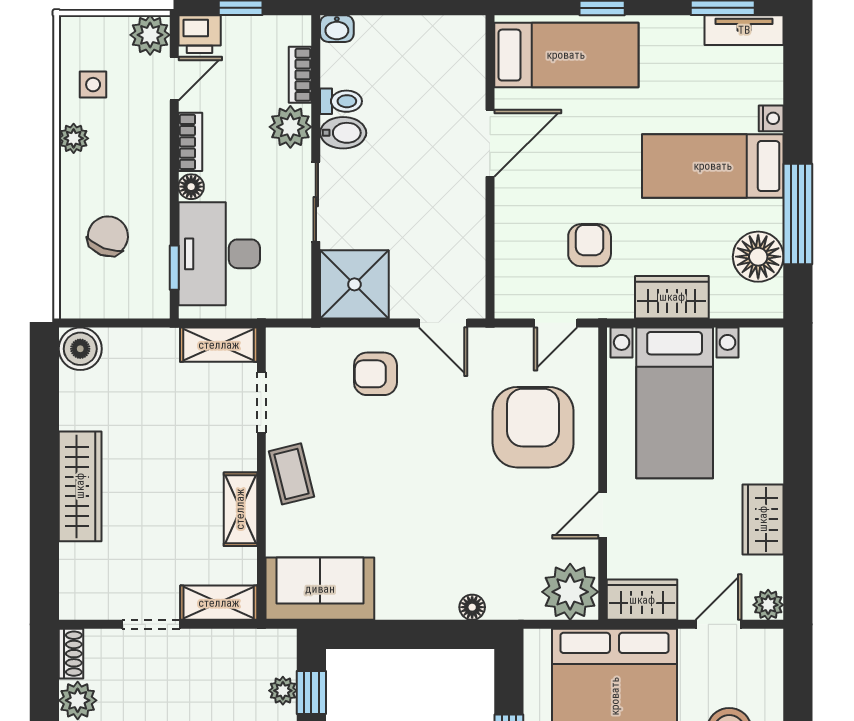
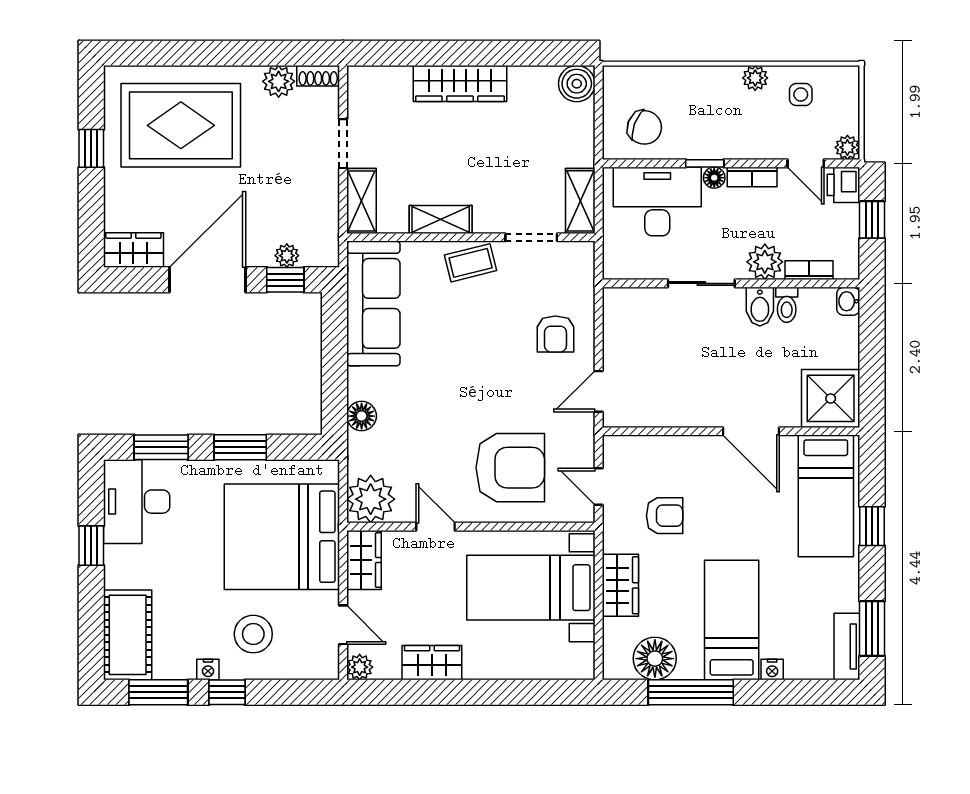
plant: (150, 35) -> (847, 147), width x0.73, depth x0.73
chair: (108, 236) -> (644, 127), moved
window: (174, 268) -> (705, 163), moved
shower: (354, 284) -> (831, 398), moved
armchair: (375, 374) -> (555, 334), turned 180
sofa: (320, 589) -> (373, 303), width x1.36
floor lamp: (472, 607) -> (362, 416), width x1.37, depth x1.37

